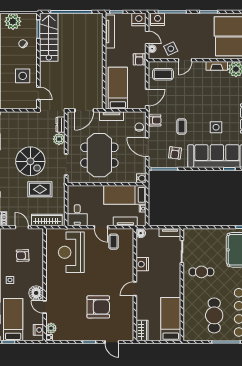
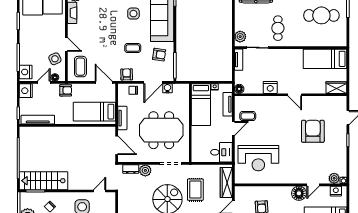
water cooler: (141, 178) -> (167, 88), moved
plant: (193, 234) -> (240, 37), added

